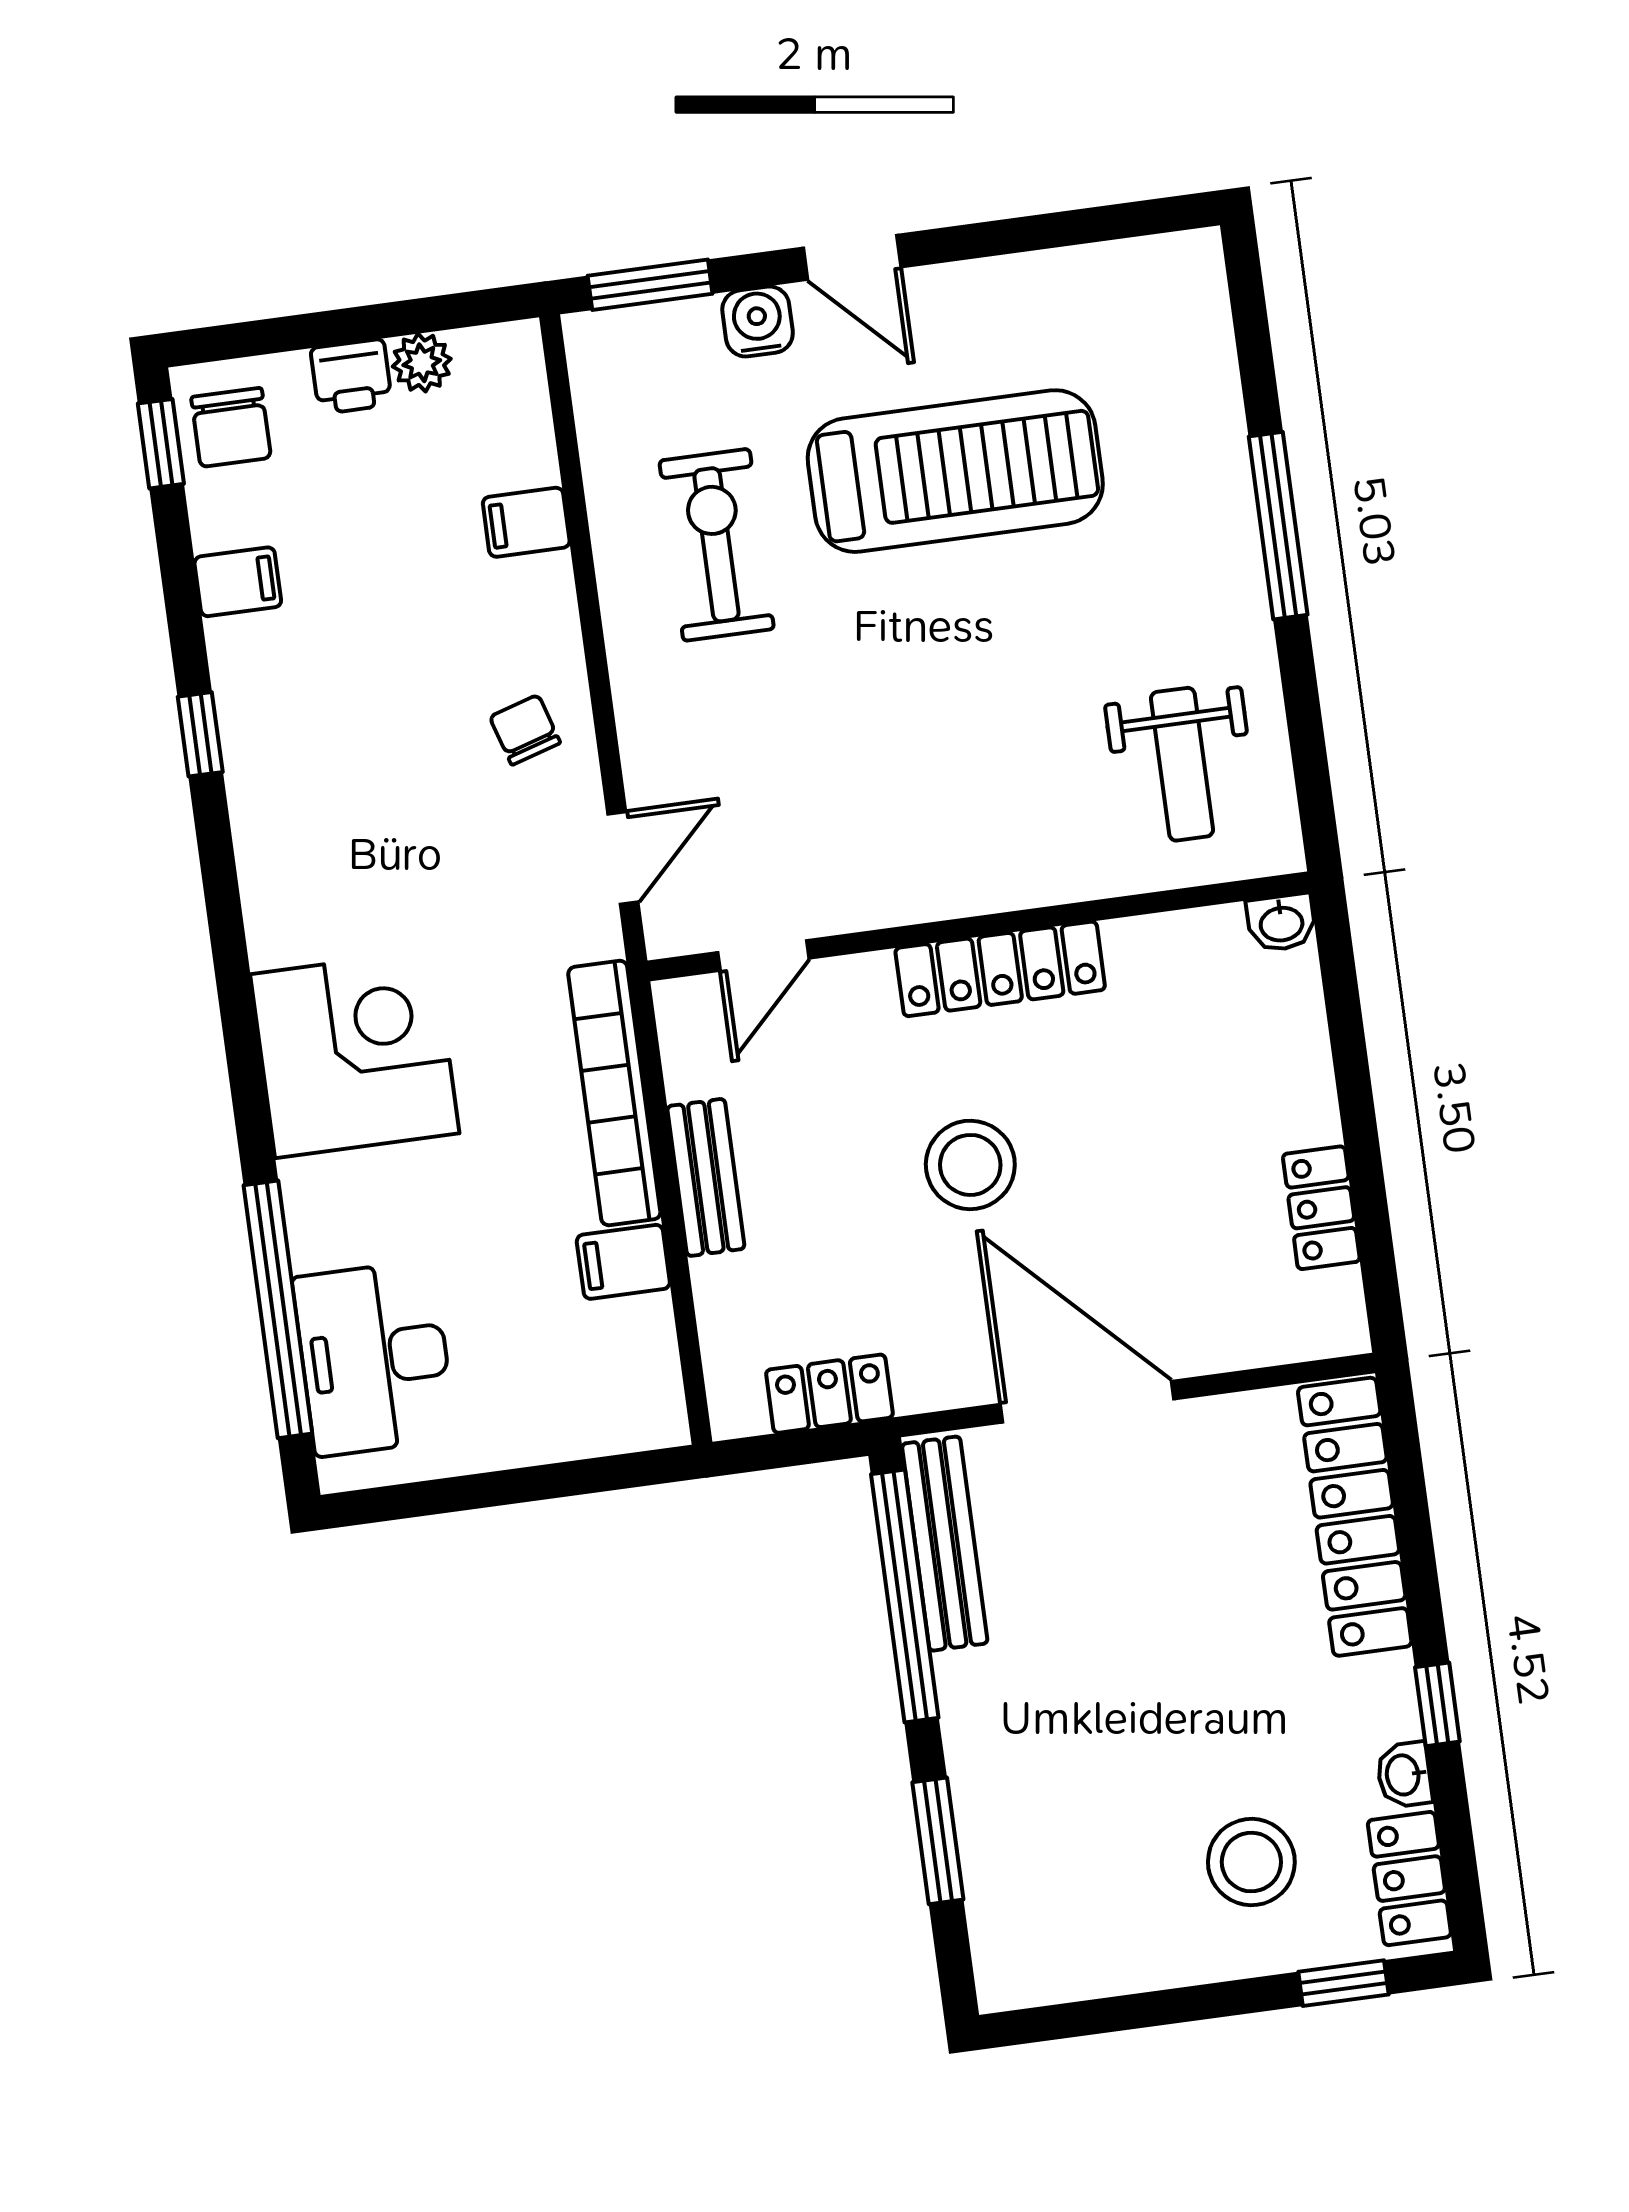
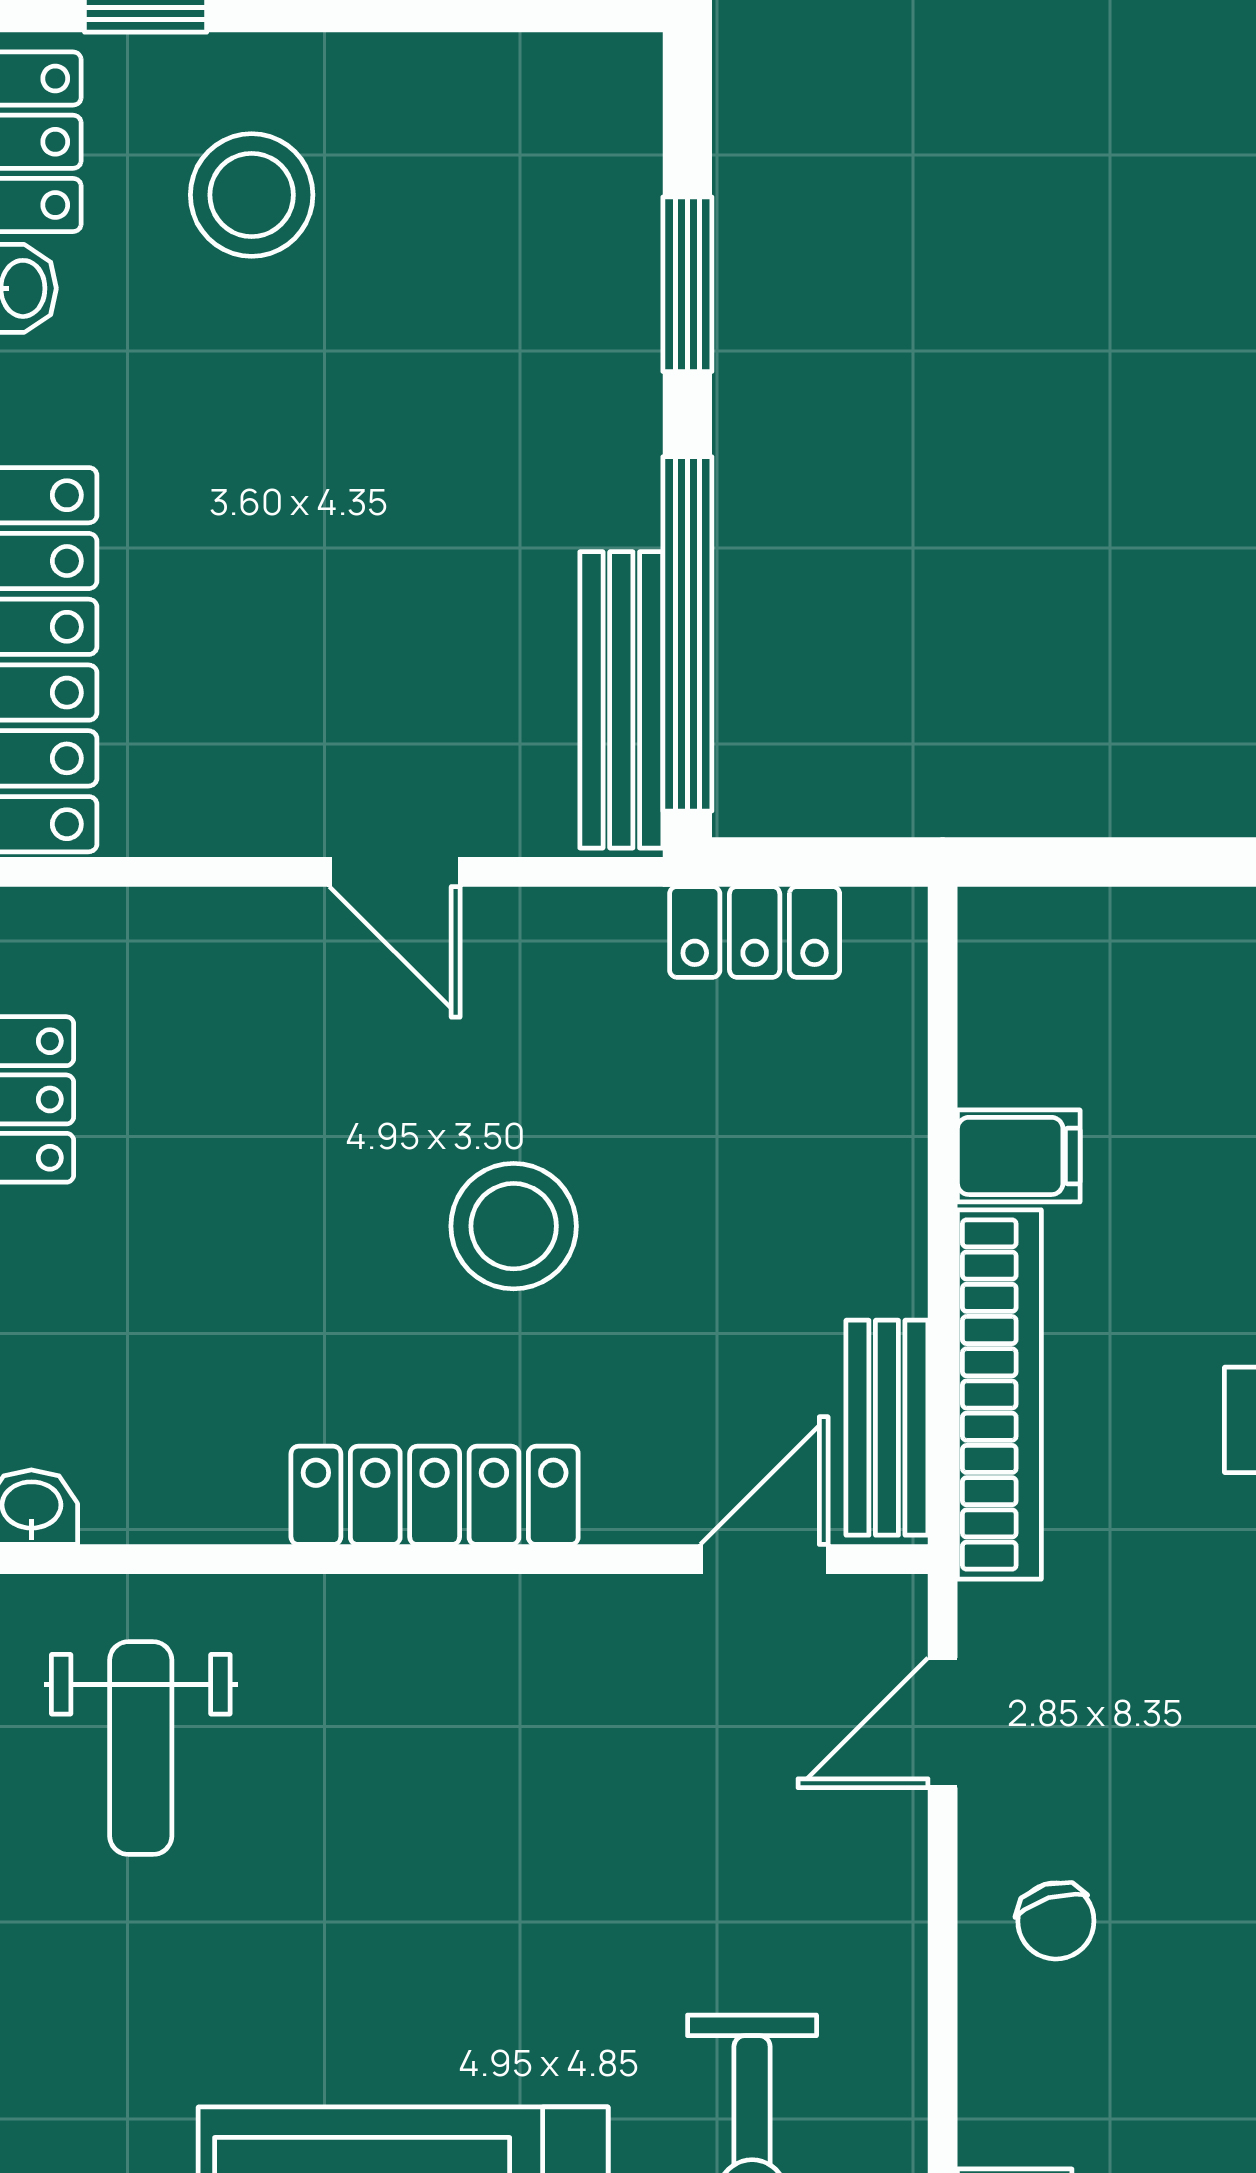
weight bench: (1182, 764) -> (141, 1748), turned 180
bench: (706, 1177) -> (887, 1428), moved
door: (1087, 1402) -> (395, 872), width x0.53

